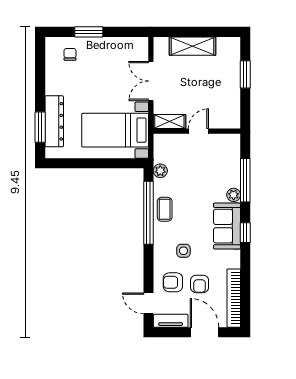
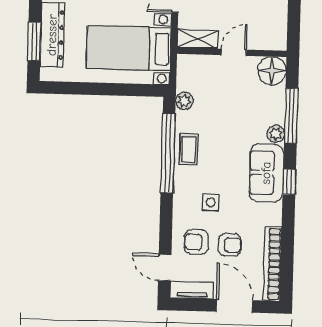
floor lamp: (229, 145) -> (272, 71), added
armchair: (200, 284) -> (230, 245), turned -90

